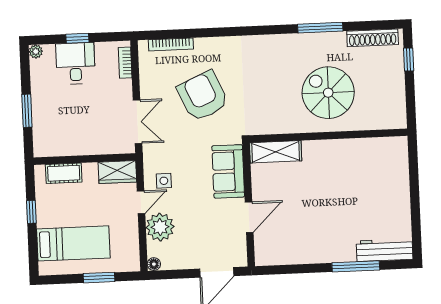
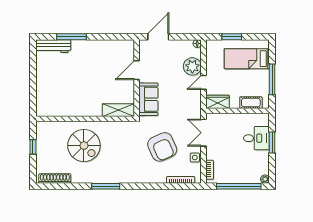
window: (320, 28) -> (106, 186), moved
window: (77, 38) -> (239, 186), width x3.17
window: (409, 60) -> (33, 147), moved
desk: (75, 63) -> (256, 138), moved, turned -90
side table: (164, 181) -> (195, 158), moved
window: (31, 212) -> (272, 79), width x2.17

